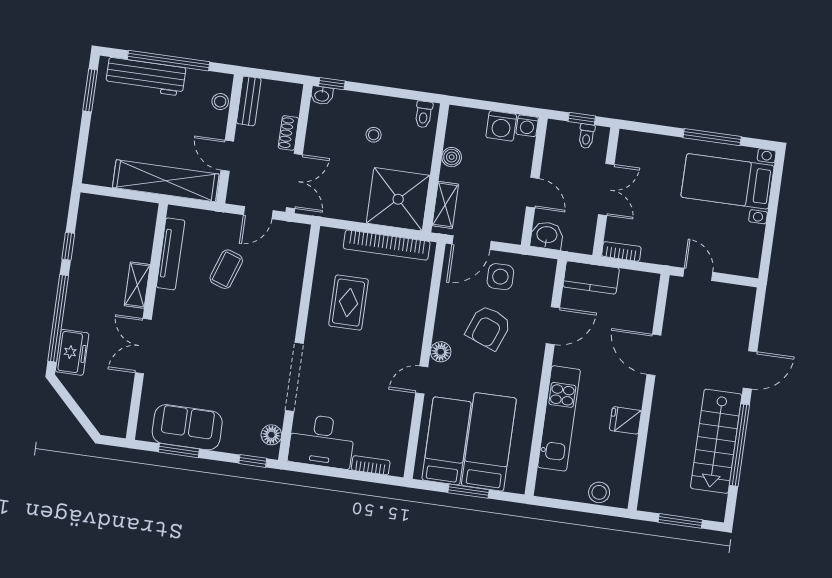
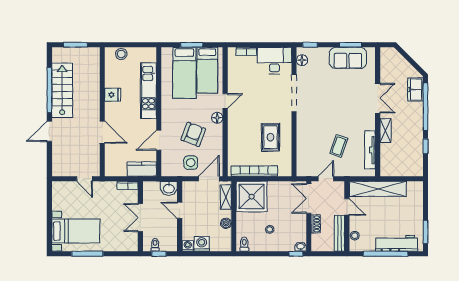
bench: (249, 101) -> (339, 233), width x1.36

